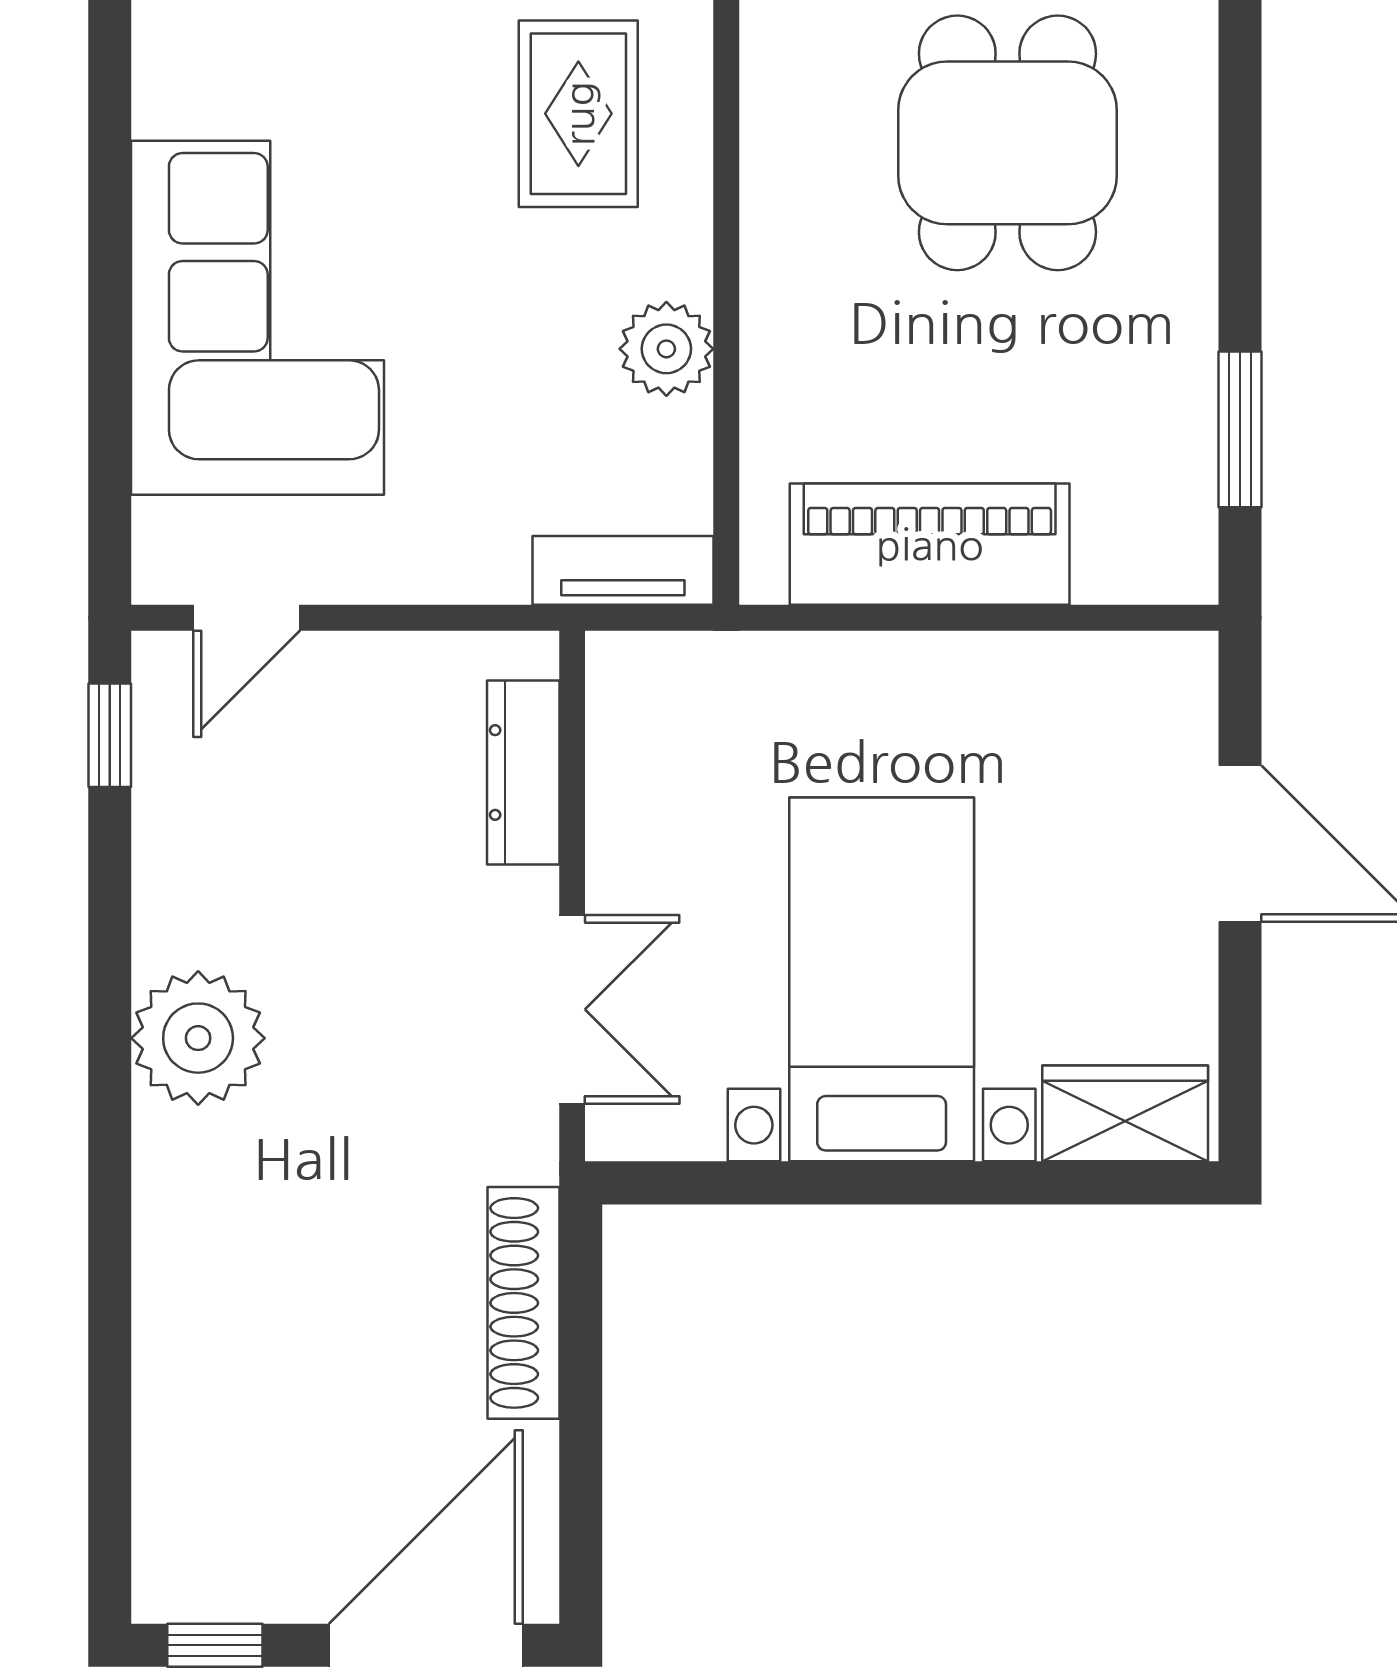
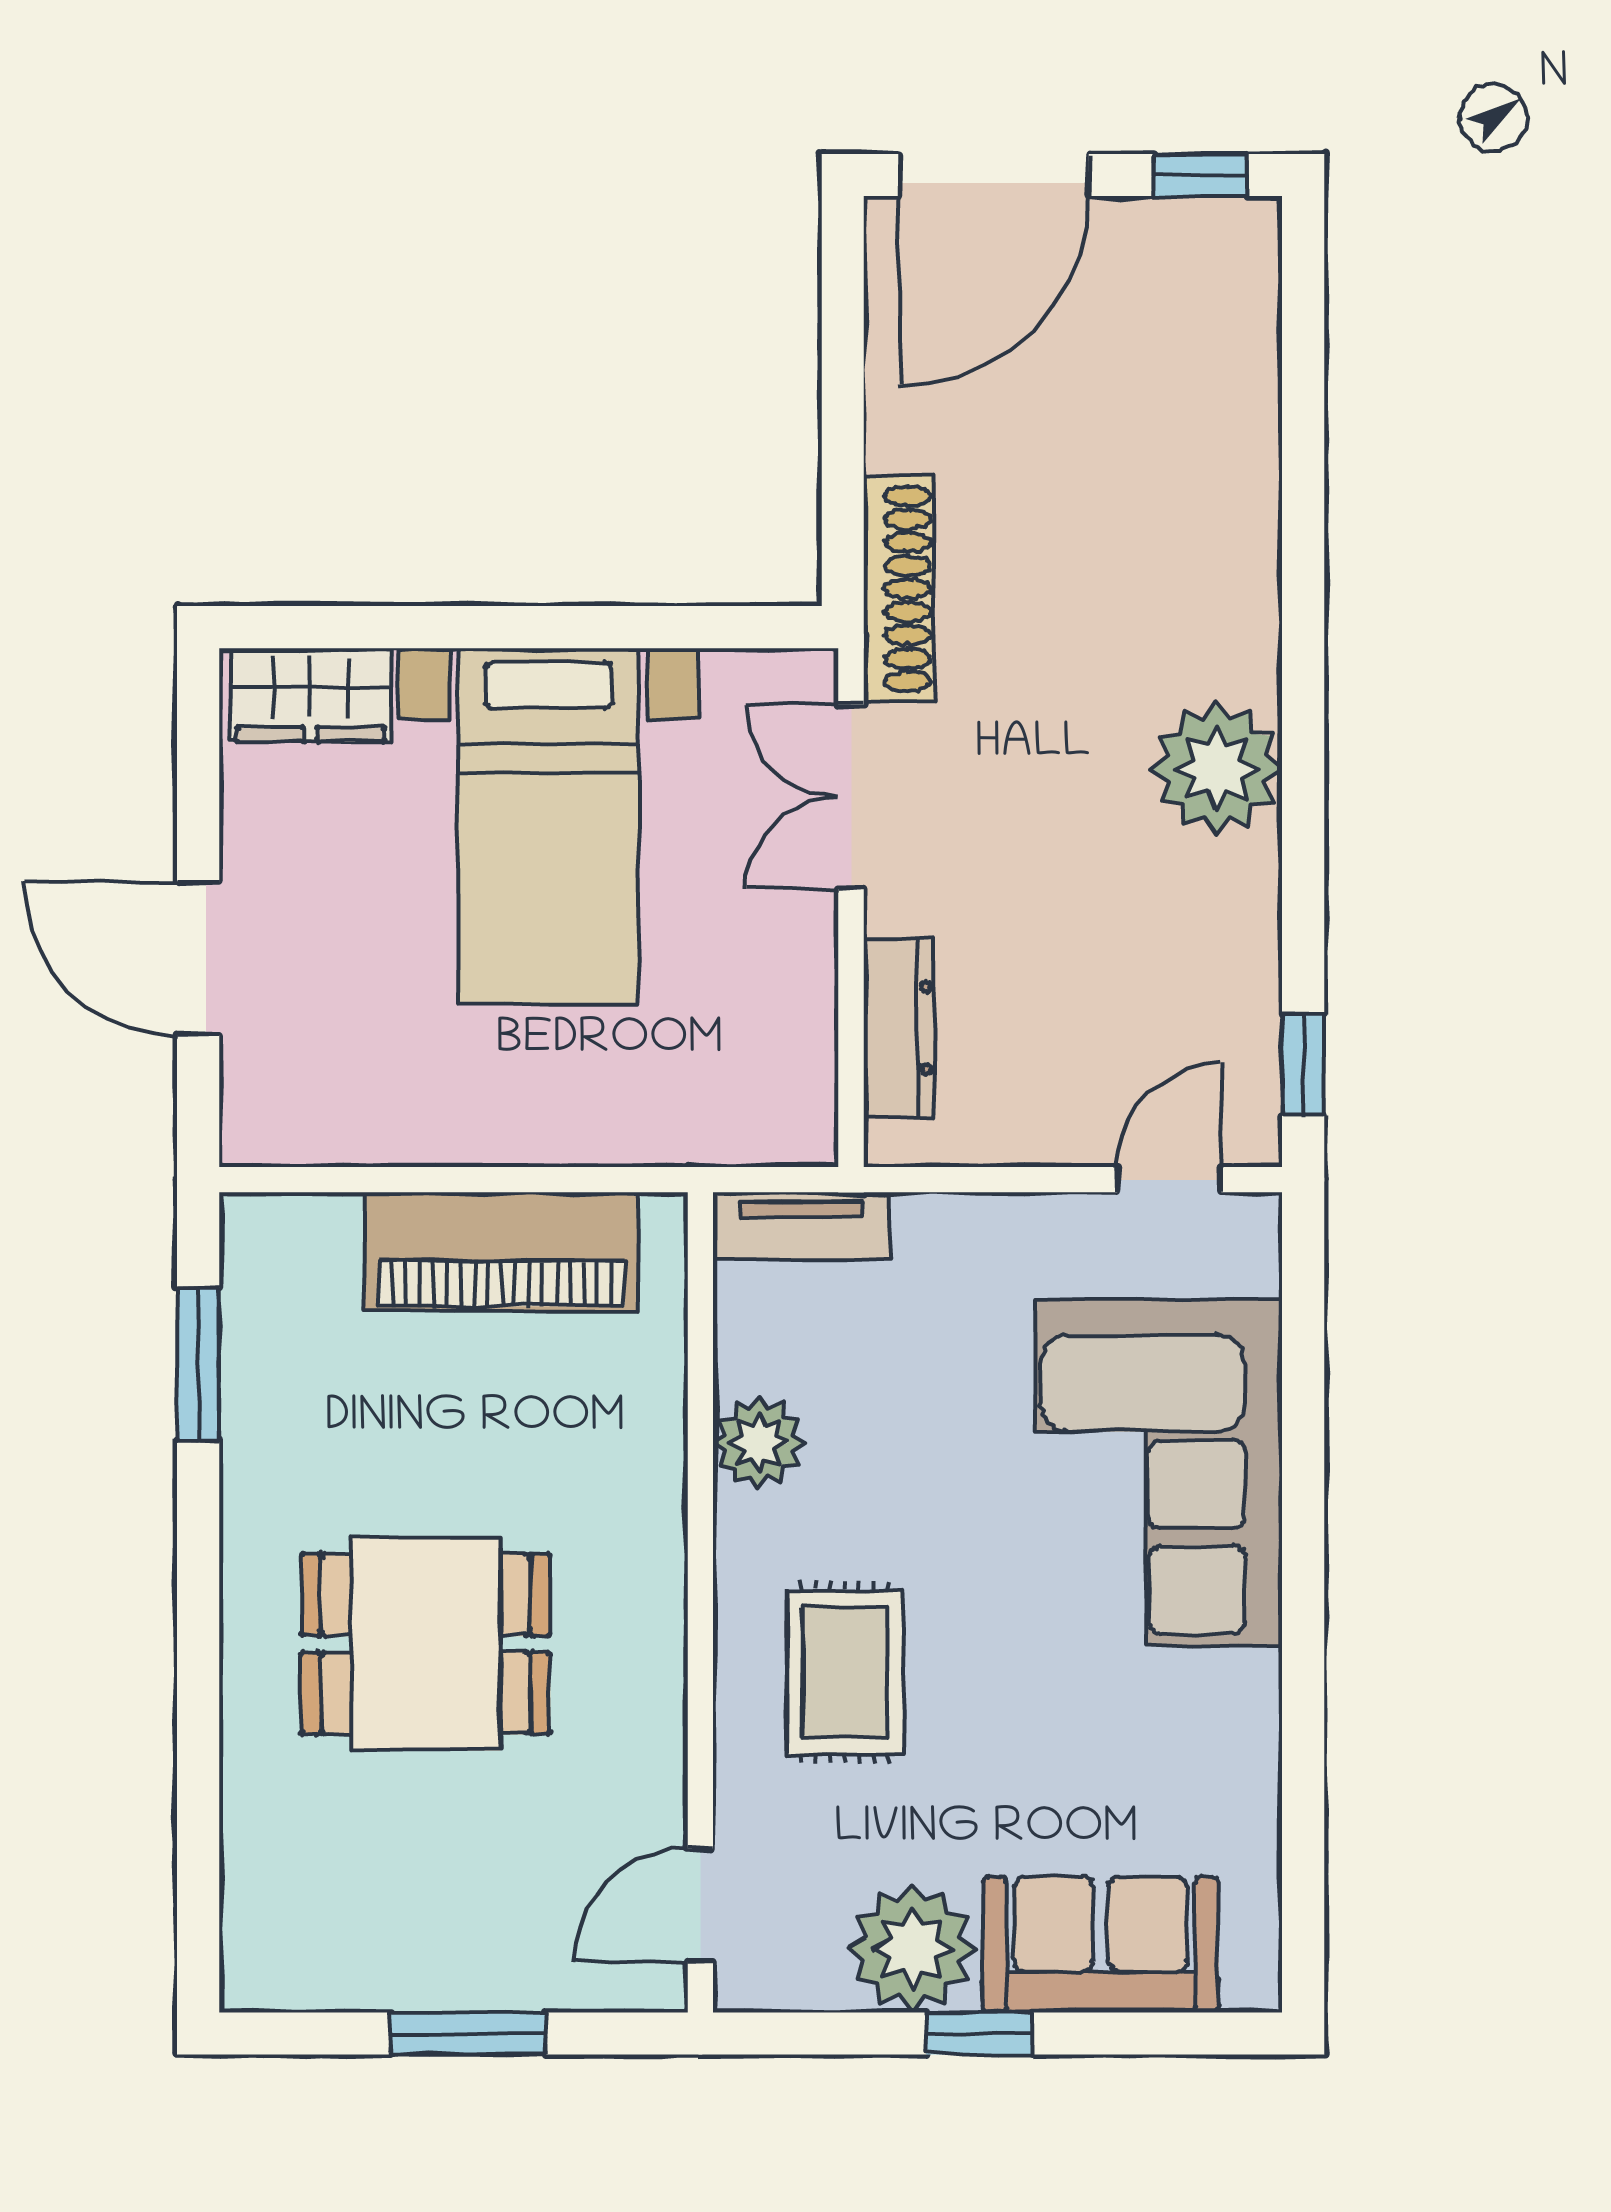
dining table: (1007, 143) -> (425, 1644), turned 90
shoe rack: (523, 1303) -> (899, 589), moved

